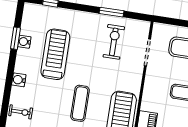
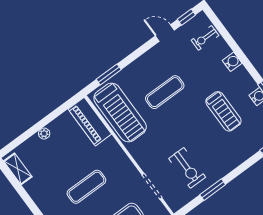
treadmill: (55, 54) -> (223, 111), width x0.73, depth x0.73
exercise mat: (80, 103) -> (165, 92), turned 90

